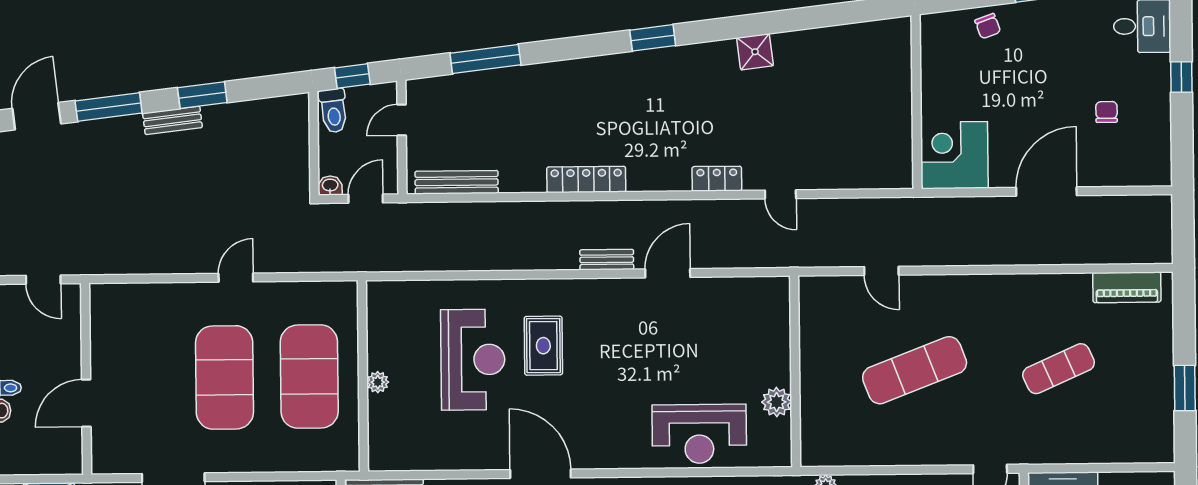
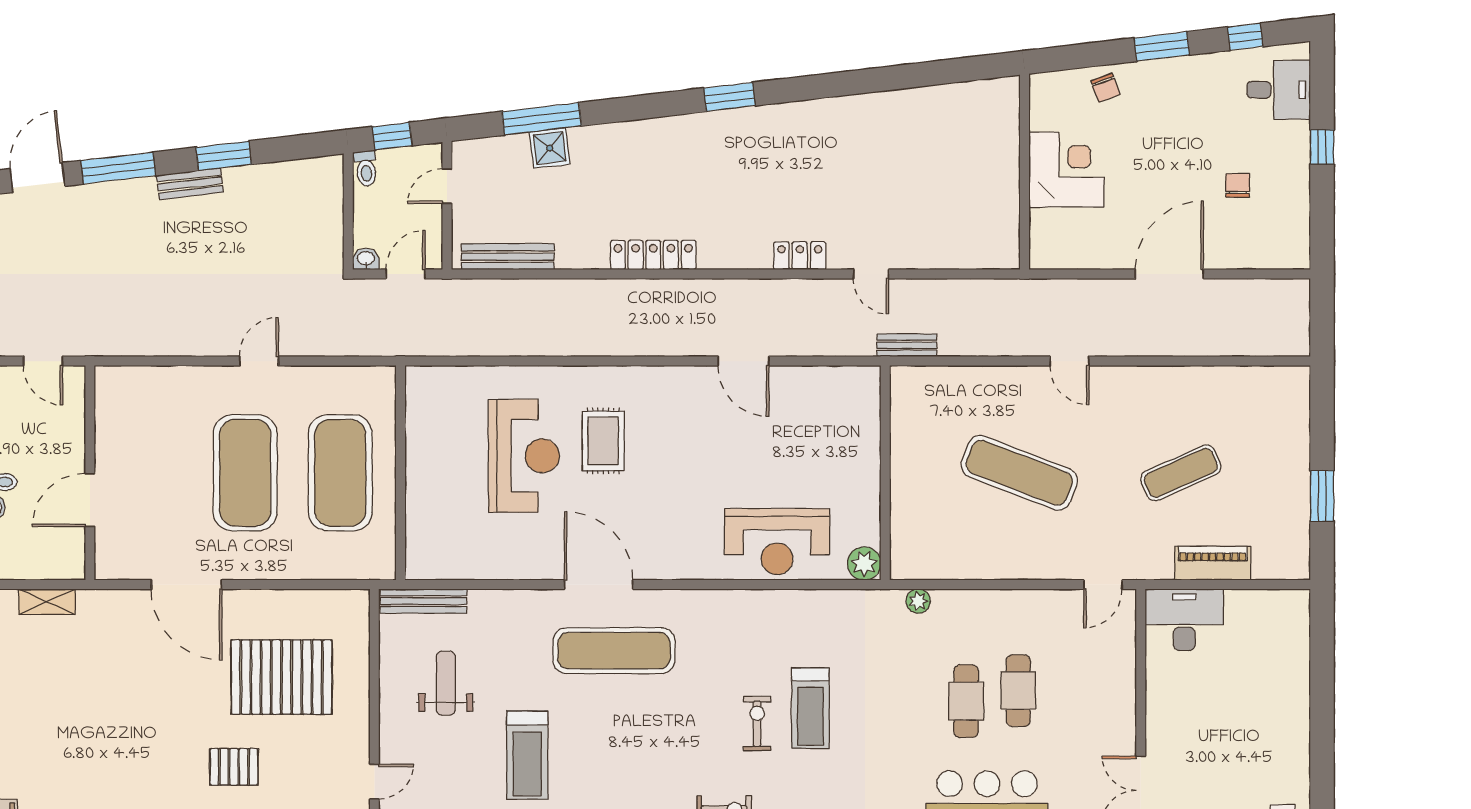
shower: (755, 52) -> (550, 148), moved
toilet: (333, 111) -> (366, 169), width x0.73, depth x0.72
corner desk: (954, 155) -> (1066, 170), moved, turned 90
bench: (607, 260) -> (907, 345), moved
door: (881, 271) -> (1069, 361), moved
door: (668, 273) -> (744, 361), swing flipped
piano: (1127, 287) -> (1213, 563), moved, turned 180
exercise mat: (915, 370) -> (1019, 473), turned 42
plant: (378, 382) -> (417, 480), removed
plant: (777, 402) -> (864, 564), moved

